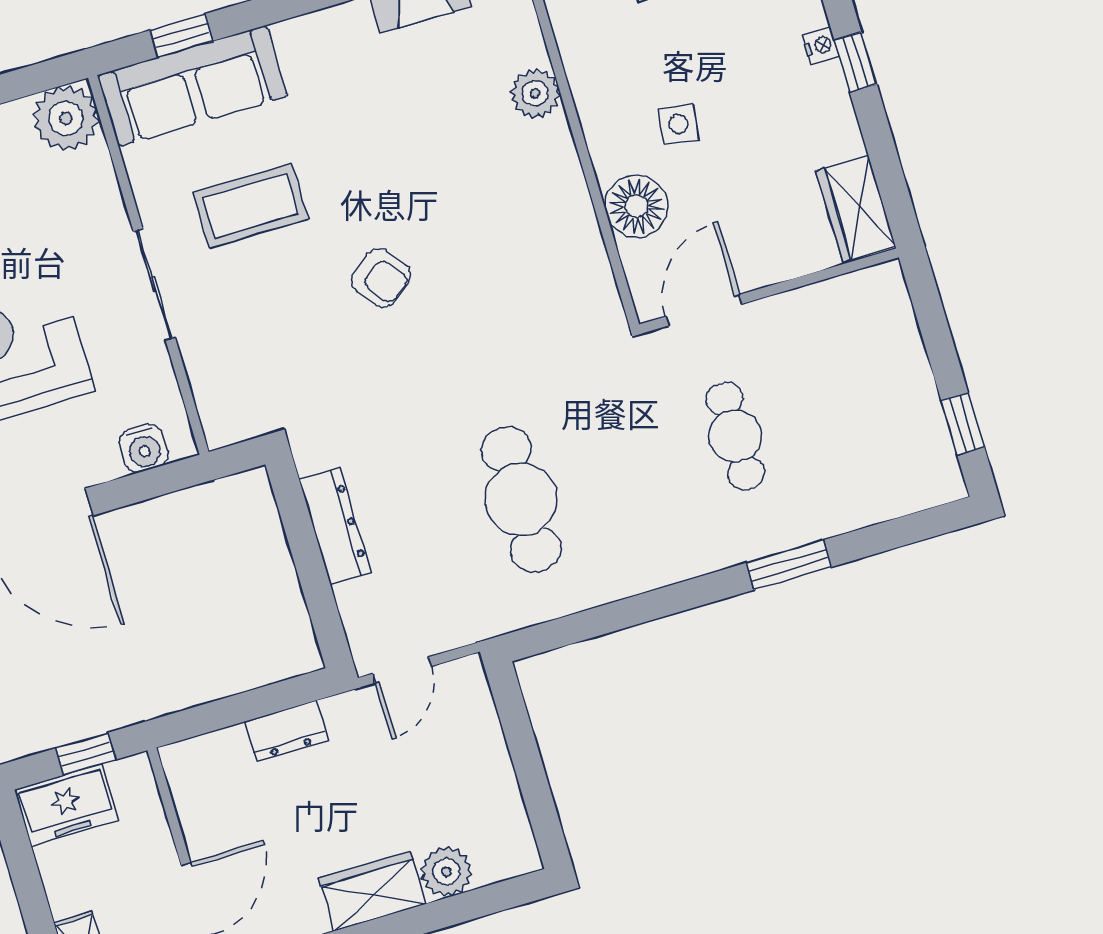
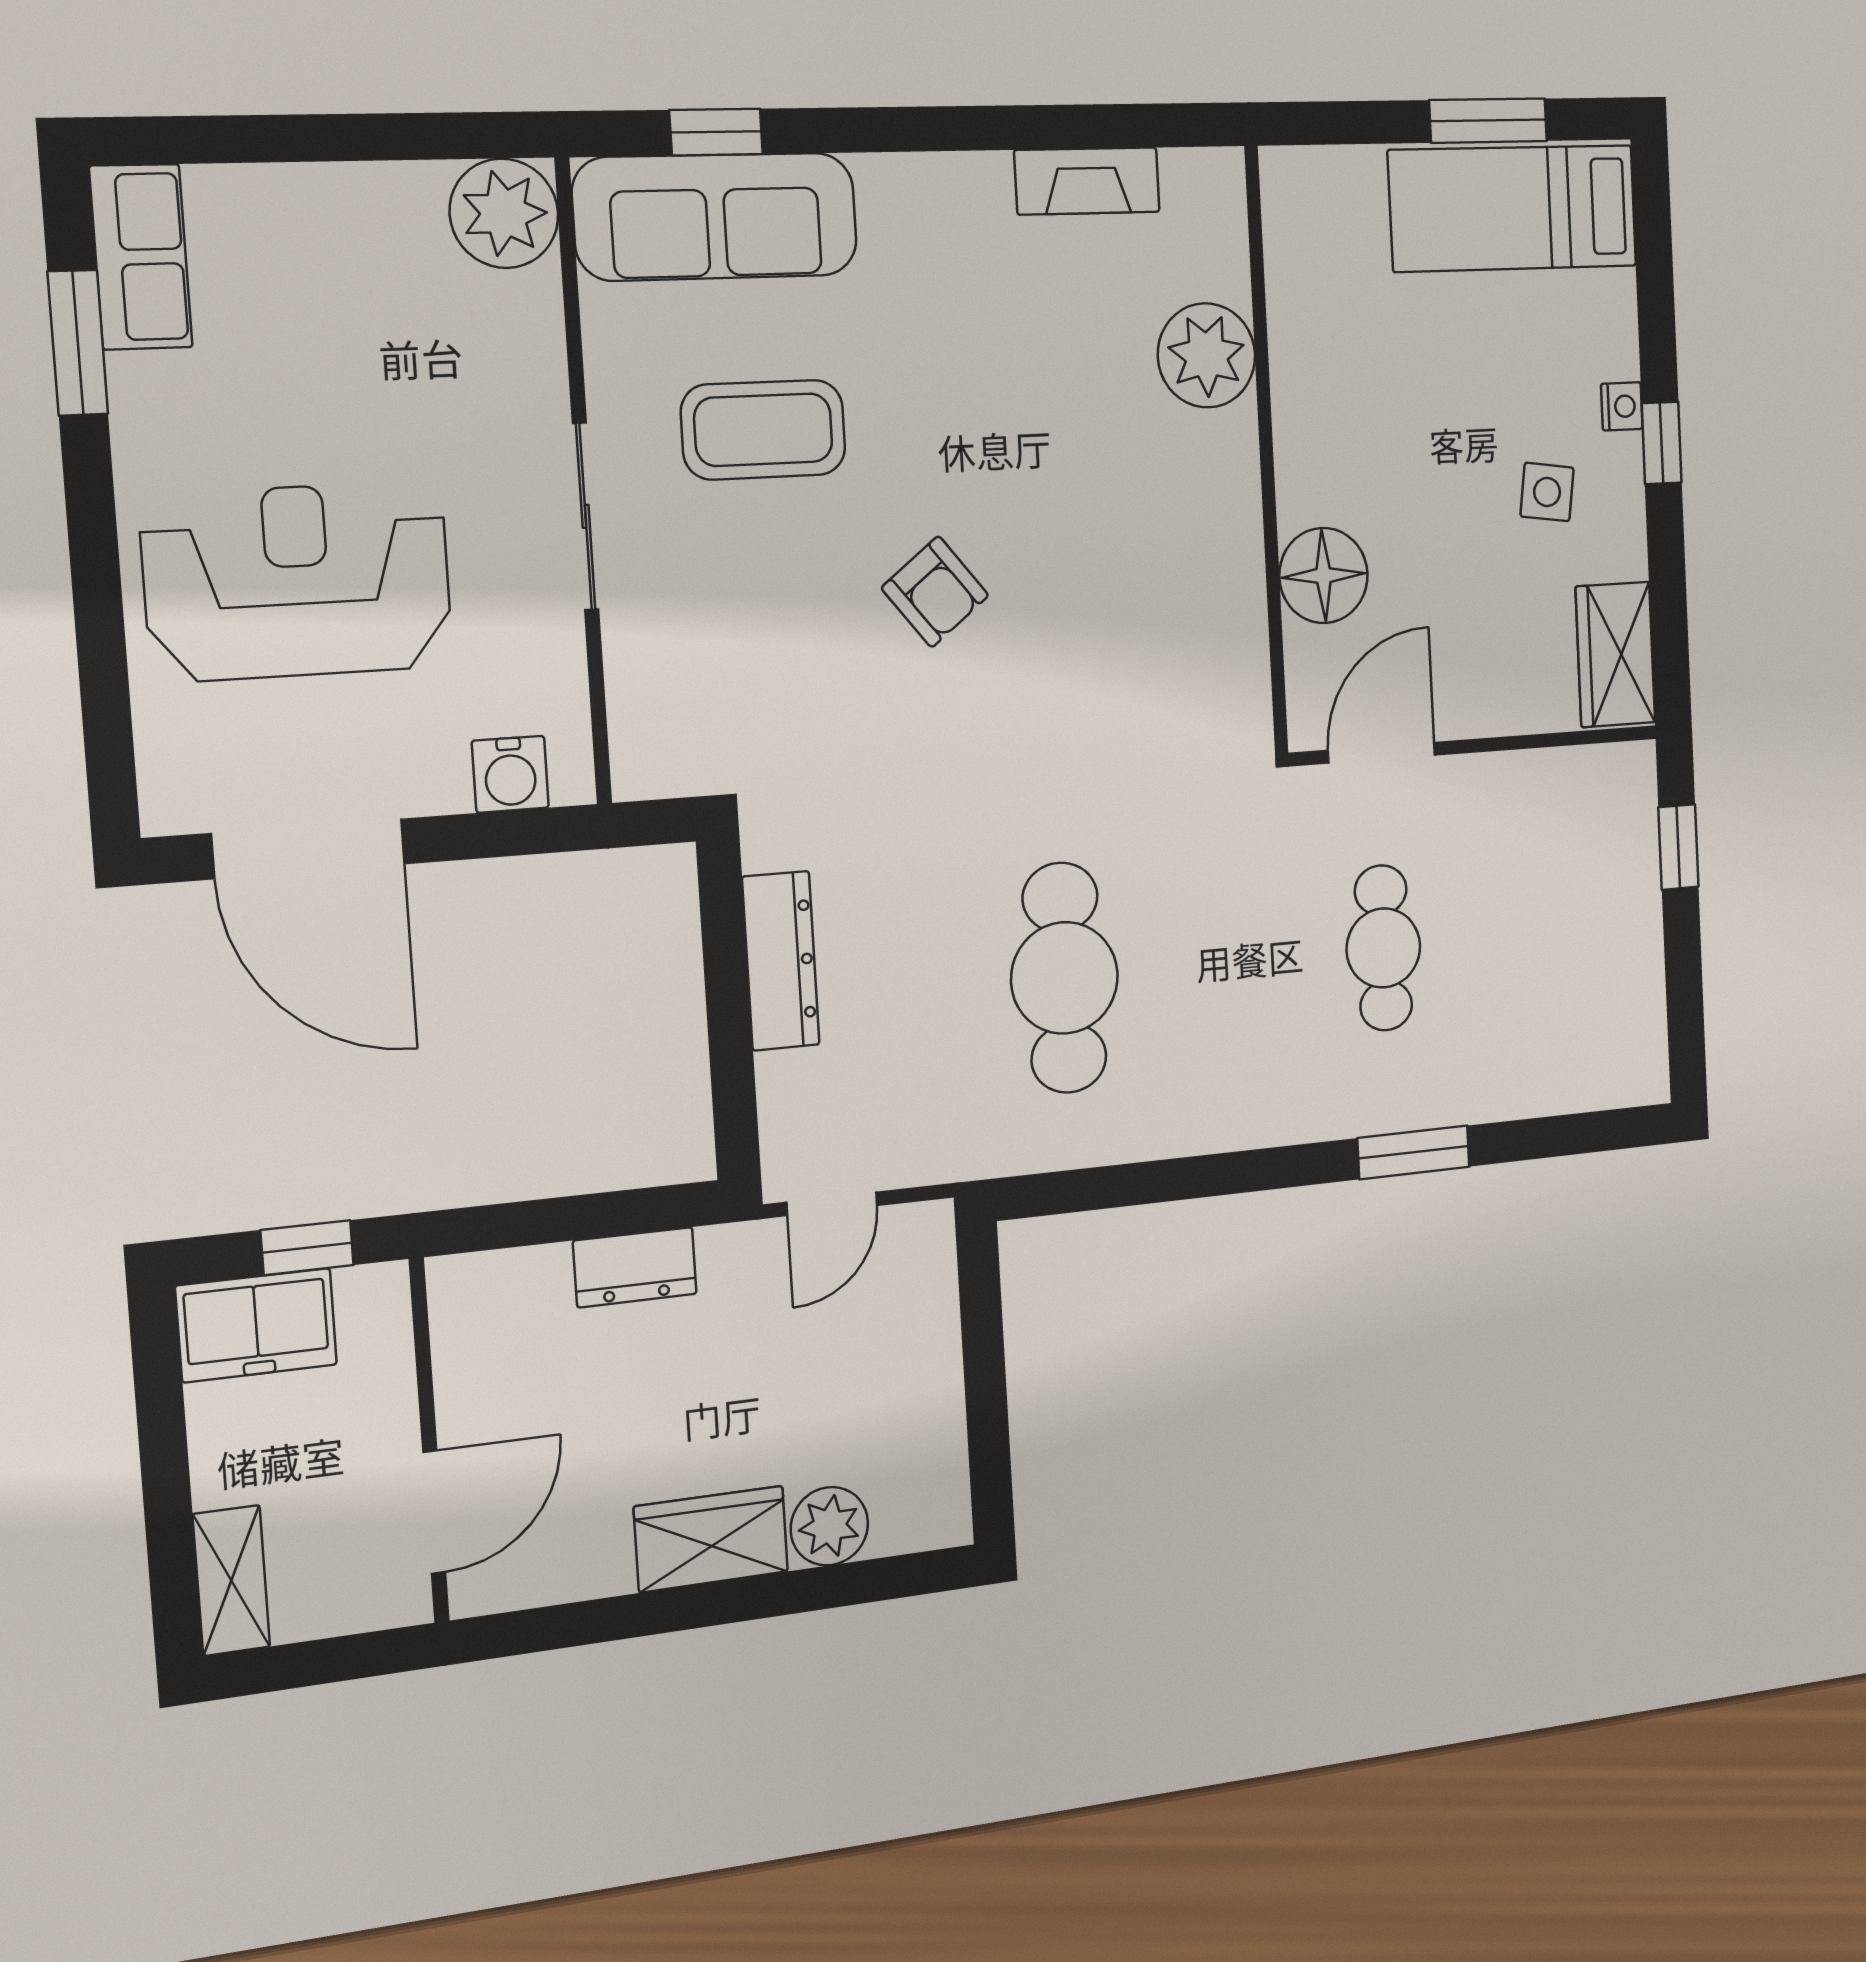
plant: (535, 93) -> (1207, 355), width x1.36, depth x1.36
side table: (678, 124) -> (1547, 492), moved
window: (963, 424) -> (1678, 847), moved

